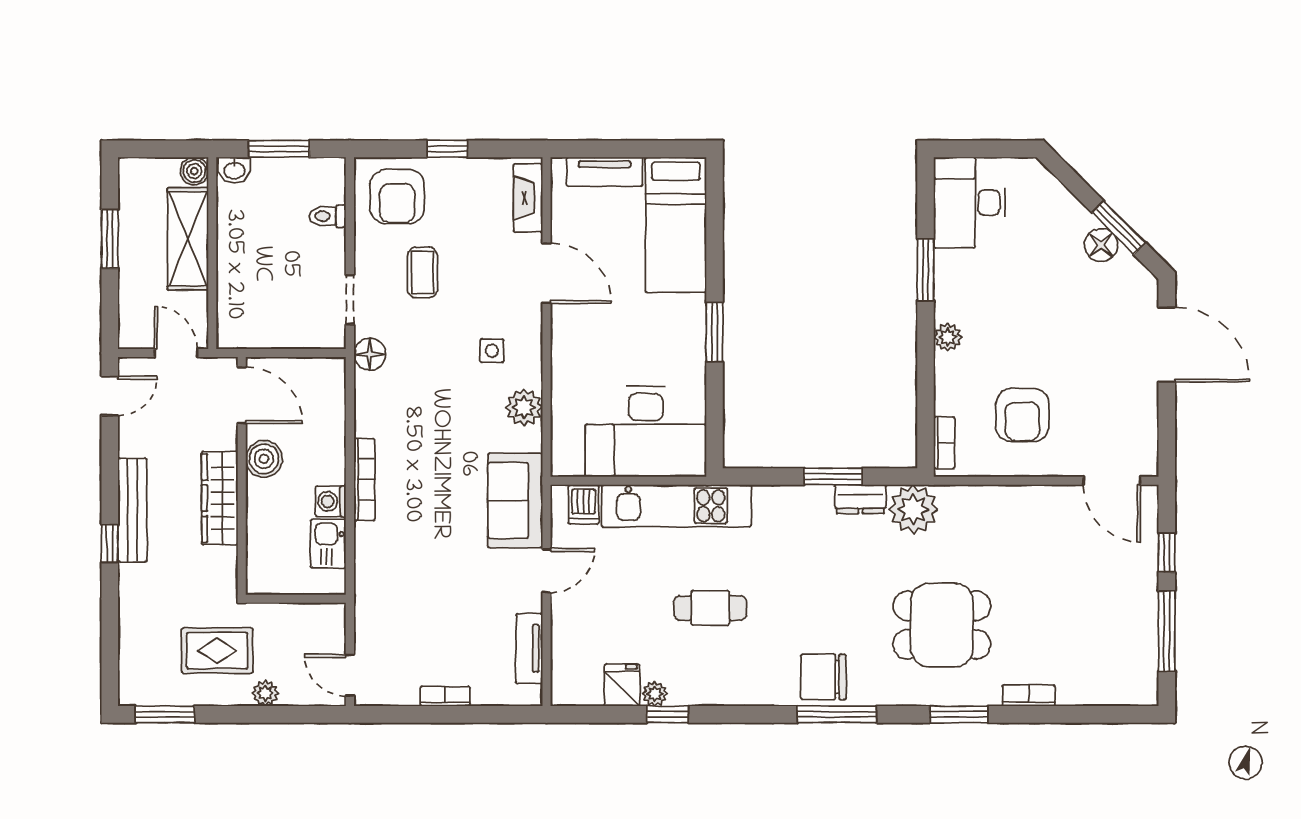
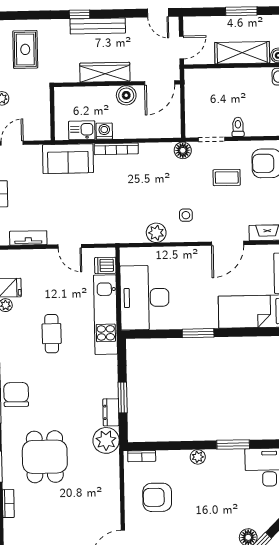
toilet: (328, 216) -> (238, 127), moved
sofa: (515, 501) -> (68, 159), moved, turned 180
rug: (217, 651) -> (25, 49), moved

